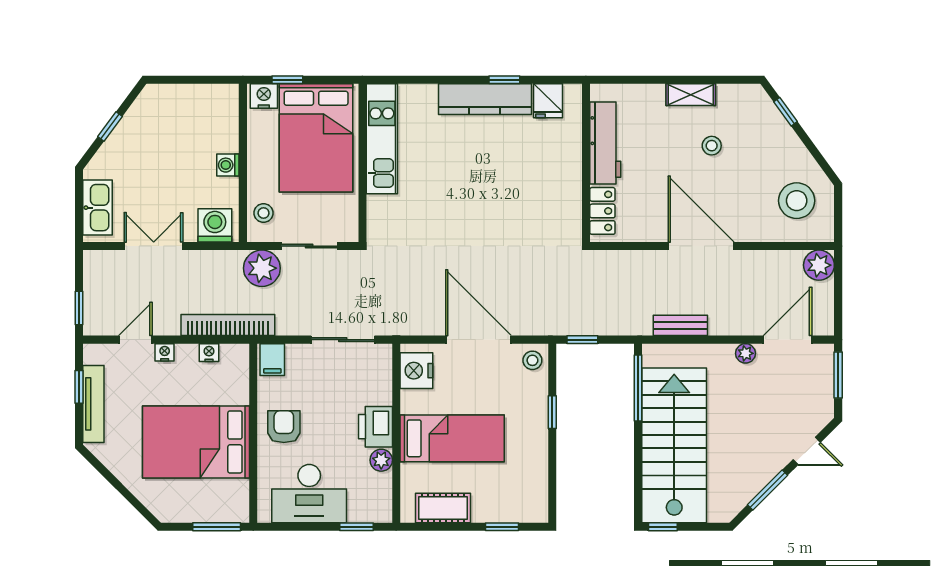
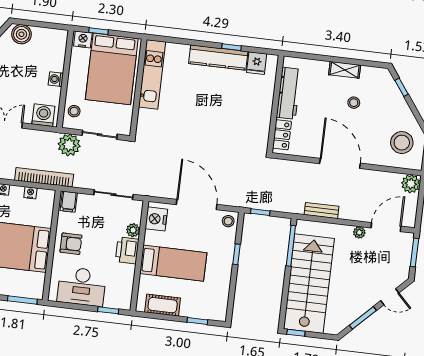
boiler: (164, 99) -> (21, 34), added
armchair: (284, 427) -> (71, 244), turned 90
plant: (381, 460) -> (133, 230), moved

